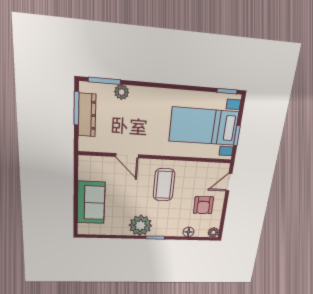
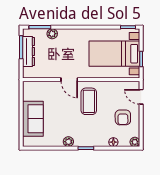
door: (127, 156) -> (69, 80), moved
door: (229, 182) -> (141, 97), hinge flipped
plant: (140, 225) -> (68, 142), width x0.53, depth x0.53

